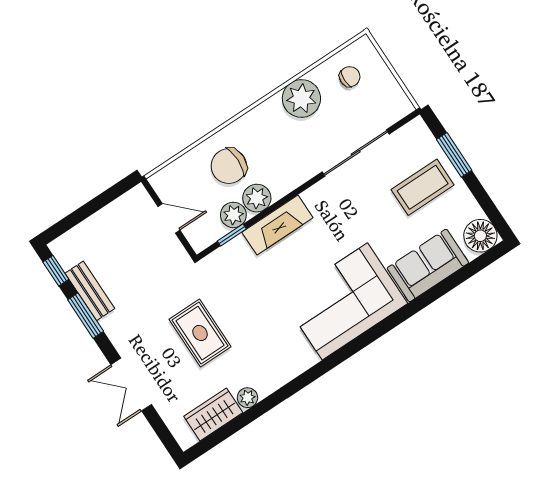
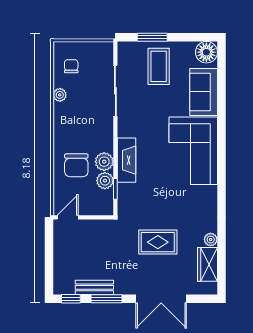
plant: (301, 98) -> (60, 95), width x0.53, depth x0.53
door: (169, 218) -> (68, 217), moved
double door: (131, 385) -> (161, 299), width x1.37

